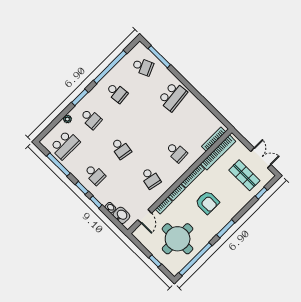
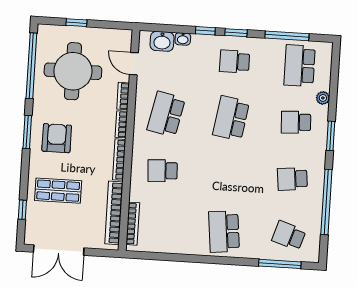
school desk: (143, 67) -> (289, 236), turned 42
school desk: (121, 148) -> (231, 118), width x1.85
double door: (261, 158) -> (59, 250), width x1.37
shop shelf: (244, 175) -> (58, 191), moved
school desk: (151, 178) -> (166, 114), width x1.85
armchair: (207, 202) -> (57, 138), moved, turned 90

